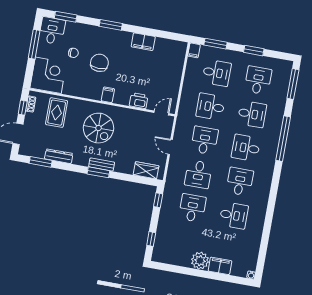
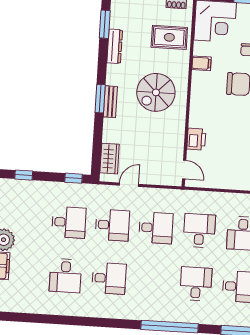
filing cabinet: (108, 95) -> (202, 63), moved
desk: (252, 114) -> (196, 284), turned 180
door: (170, 147) -> (129, 185), moved
desk: (246, 148) -> (152, 281), removed
desk: (198, 174) -> (112, 225), turned 180

